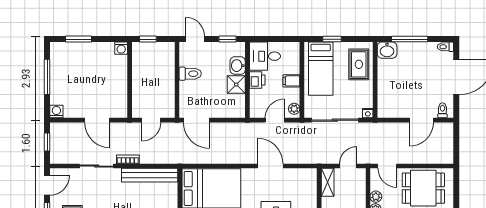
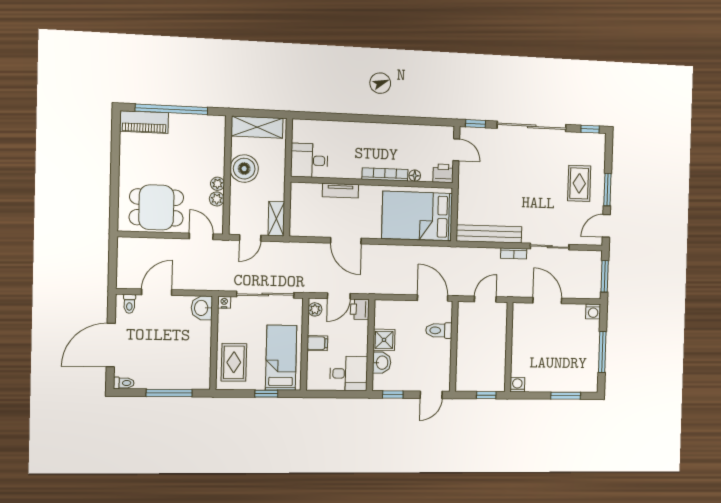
door: (195, 39) -> (431, 395), hinge flipped
washbasin: (387, 50) -> (202, 308), moved, turned -90
toilet: (190, 74) -> (439, 330), moved
printer: (257, 80) -> (360, 309), moved
window: (47, 142) -> (605, 276), width x1.50

